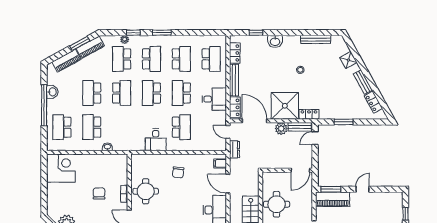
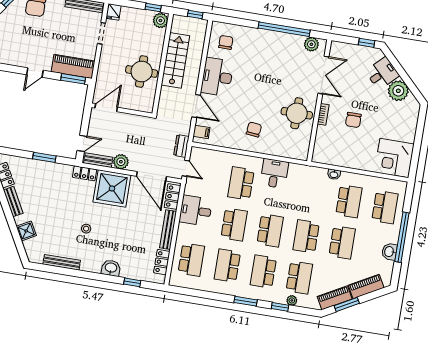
school desk: (211, 59) -> (191, 260), turned 180

